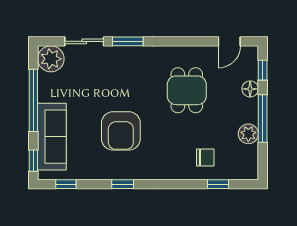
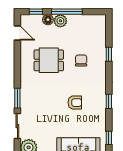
armchair: (121, 131) -> (75, 103), width x0.53, depth x0.53
plant: (248, 134) -> (60, 21), moved
chair: (205, 158) -> (81, 60), moved
window: (218, 184) -> (109, 54), moved

